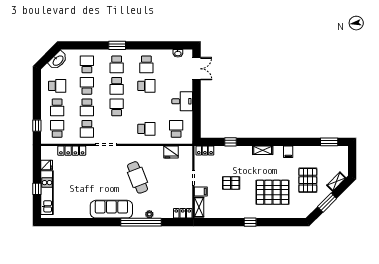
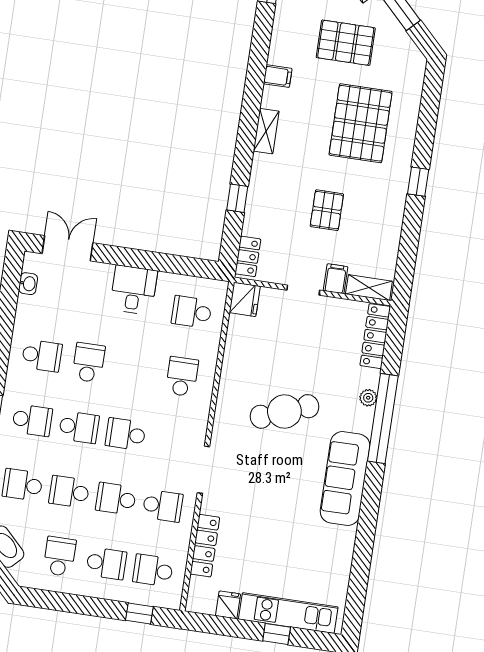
school desk: (87, 107) -> (116, 499), turned 180
fridge: (171, 152) -> (245, 299), moved
locker: (183, 213) -> (375, 336), width x1.53

